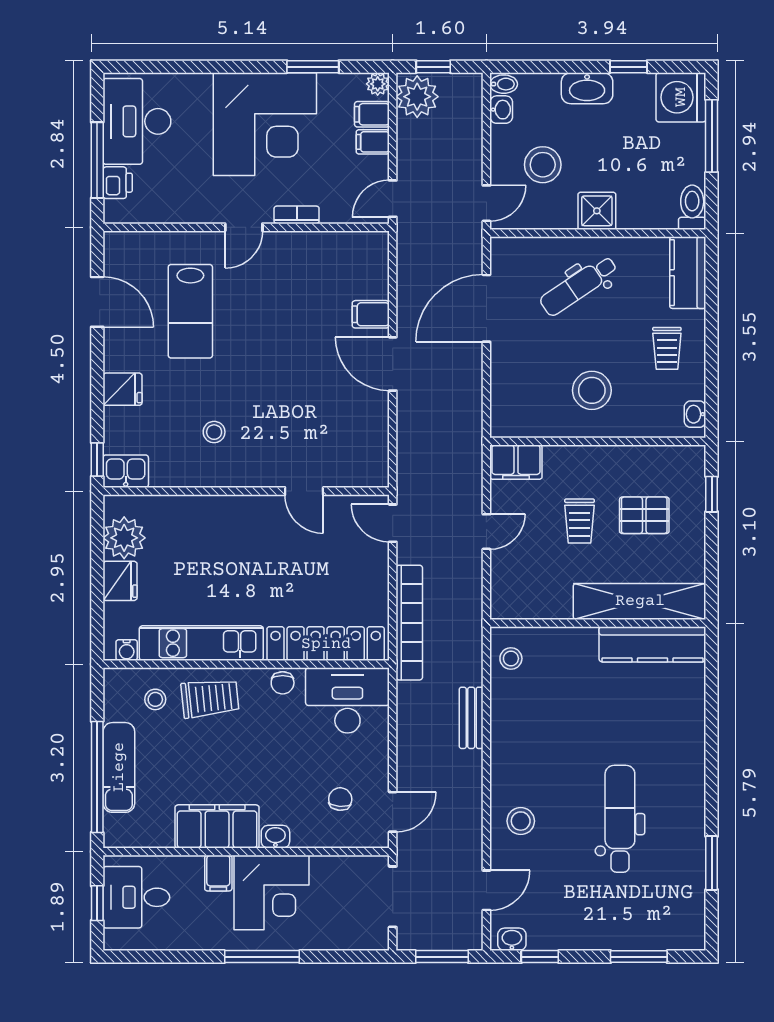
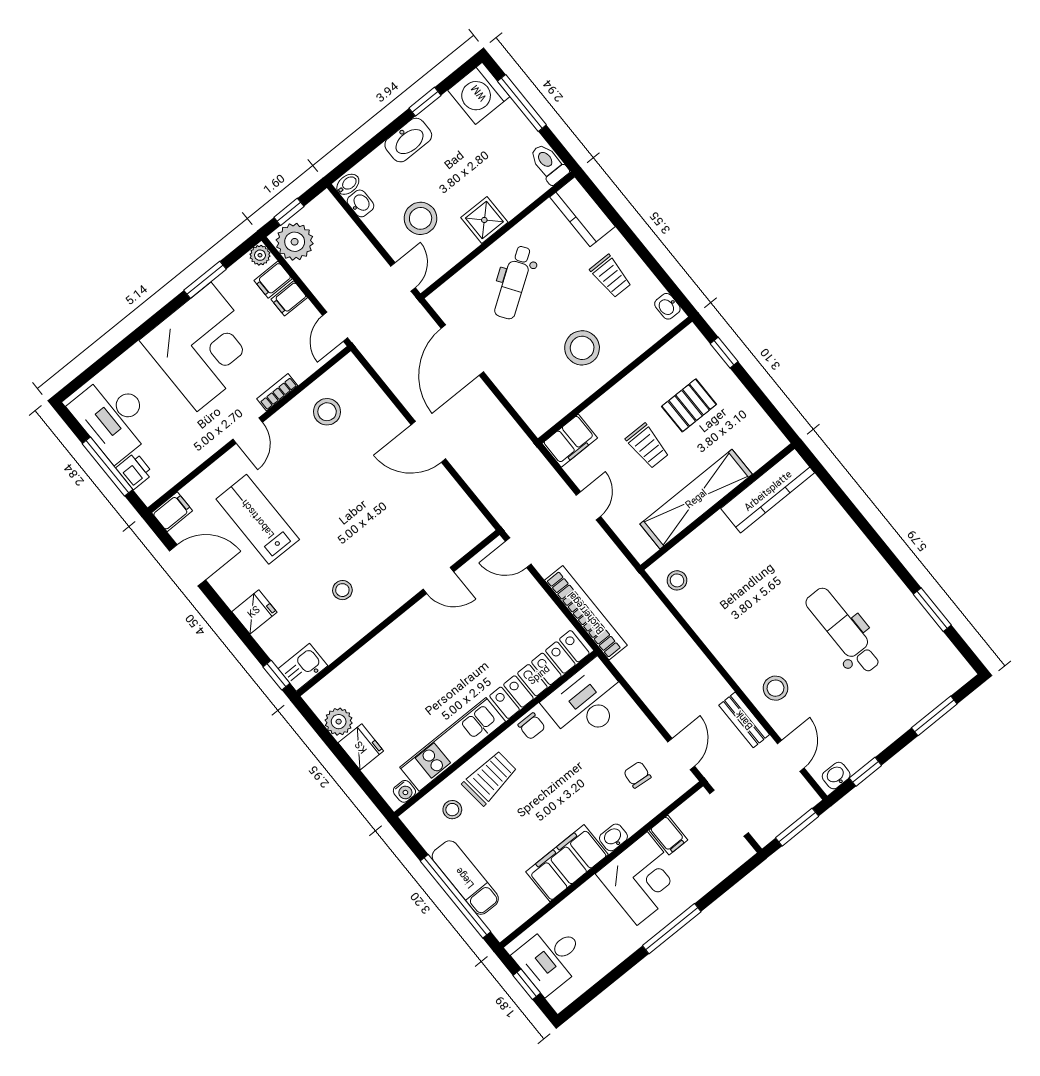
stool: (326, 267) -> (327, 412), added
lab bench: (190, 311) -> (258, 519), turned 180
filing cabinet: (371, 314) -> (172, 512), moved, turned 180
plant: (124, 538) -> (339, 722), width x0.73, depth x0.73
shelving: (640, 601) -> (696, 499), moved
bench: (471, 718) -> (744, 720), moved
filing cabinet: (218, 873) -> (668, 835), moved

